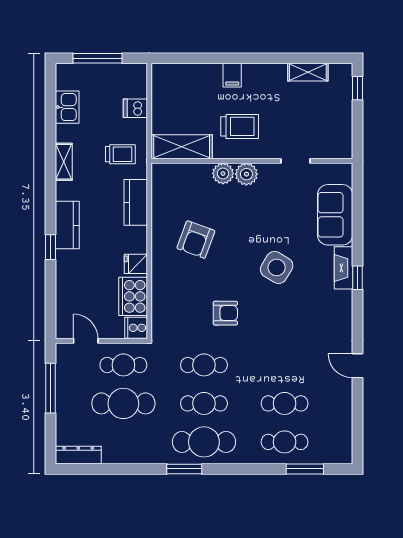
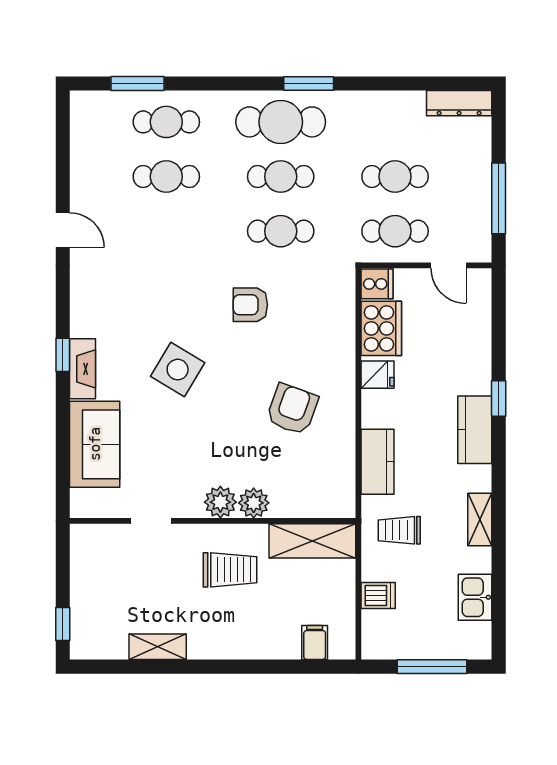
shelving: (308, 72) -> (158, 647), moved
filing cabinet: (232, 75) -> (315, 643), moved
trolley: (240, 126) -> (230, 570), turned 180
cafe table: (123, 403) -> (395, 177), width x0.73, depth x0.74

